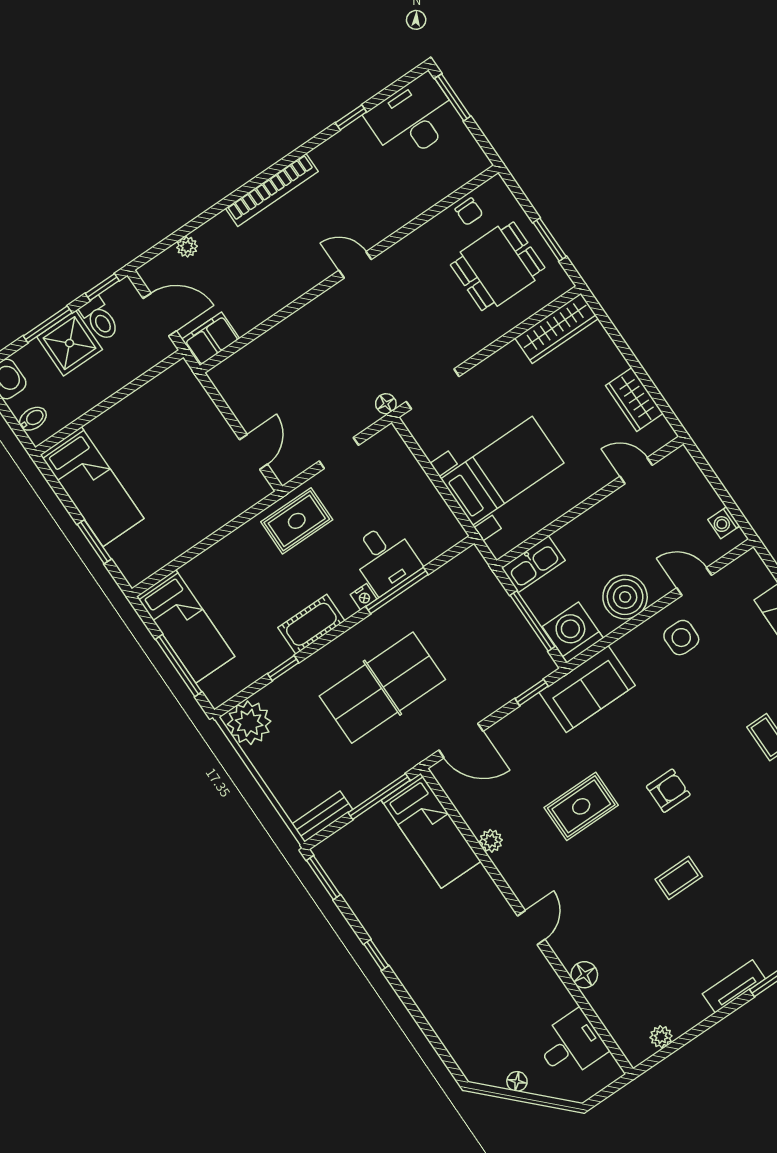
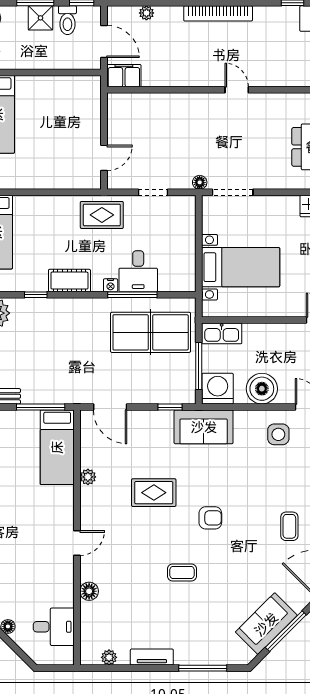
shower: (70, 343) -> (40, 18), width x0.73, depth x0.73
table tennis table: (382, 688) -> (151, 332), moved
tv unit: (734, 986) -> (152, 657), moved

